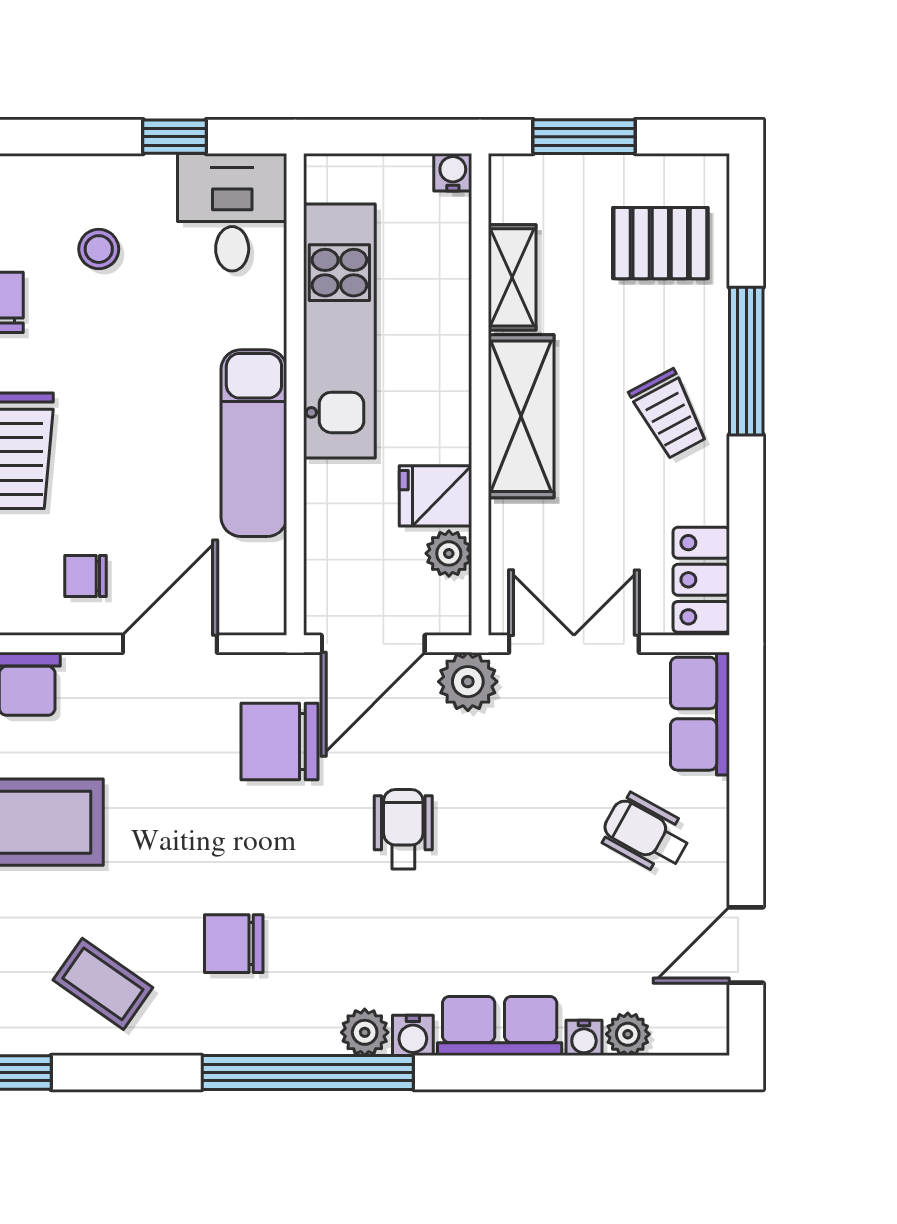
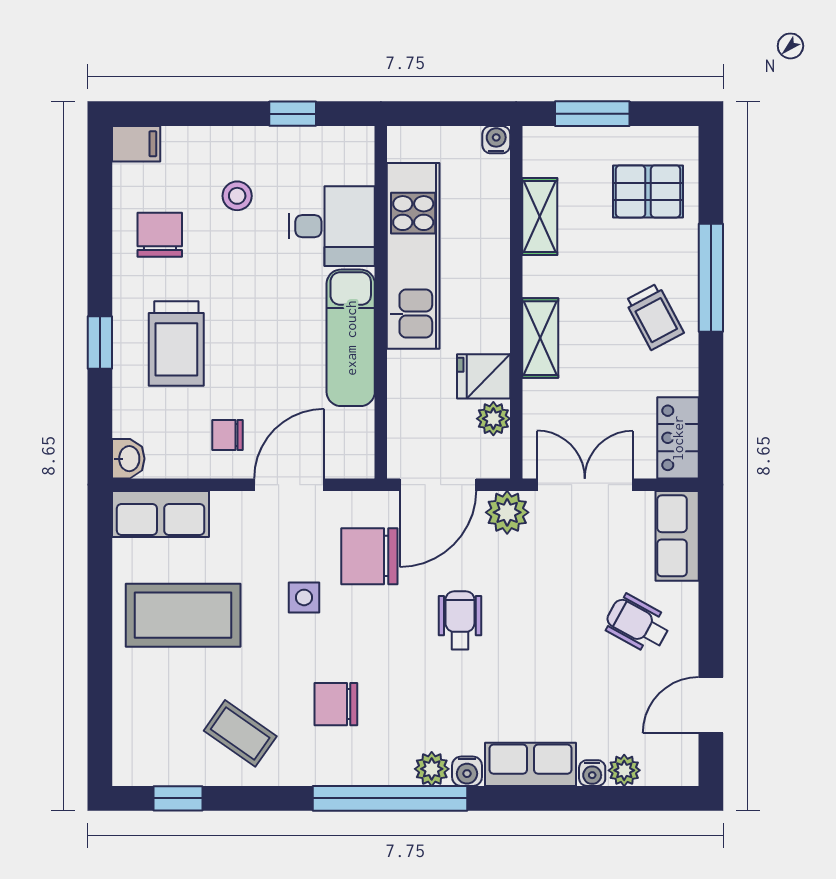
desk: (232, 212) -> (332, 226), moved, turned 90
shelving: (521, 416) -> (540, 338), width x0.67, depth x0.75
side table: (190, 798) -> (304, 597), added

